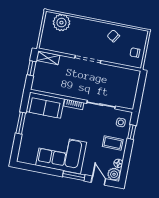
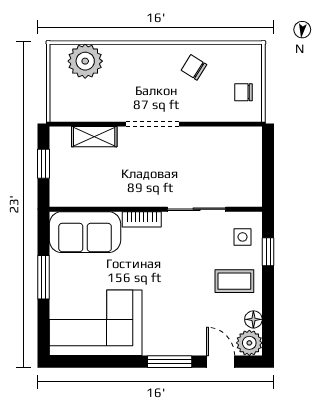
shelving: (48, 58) -> (94, 137), moved
corner sofa: (61, 154) -> (96, 323), moved

